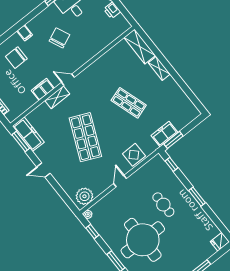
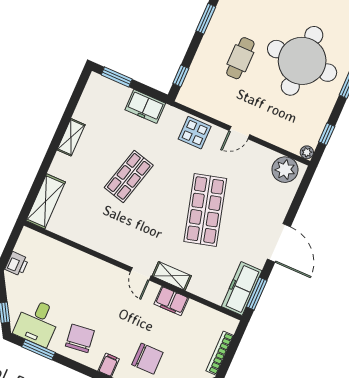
chair: (59, 38) -> (80, 338), moved, turned 107
shelving: (159, 68) -> (71, 137), moved
shop shelf: (129, 103) -> (129, 176), turned 33
shop shelf: (85, 137) -> (205, 210), turned -39
window: (174, 140) -> (117, 77), moved
door: (43, 170) -> (279, 243), width x1.87

